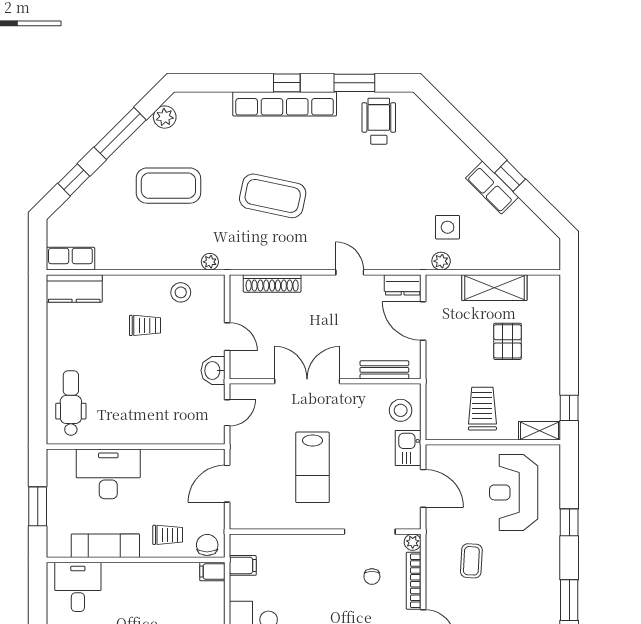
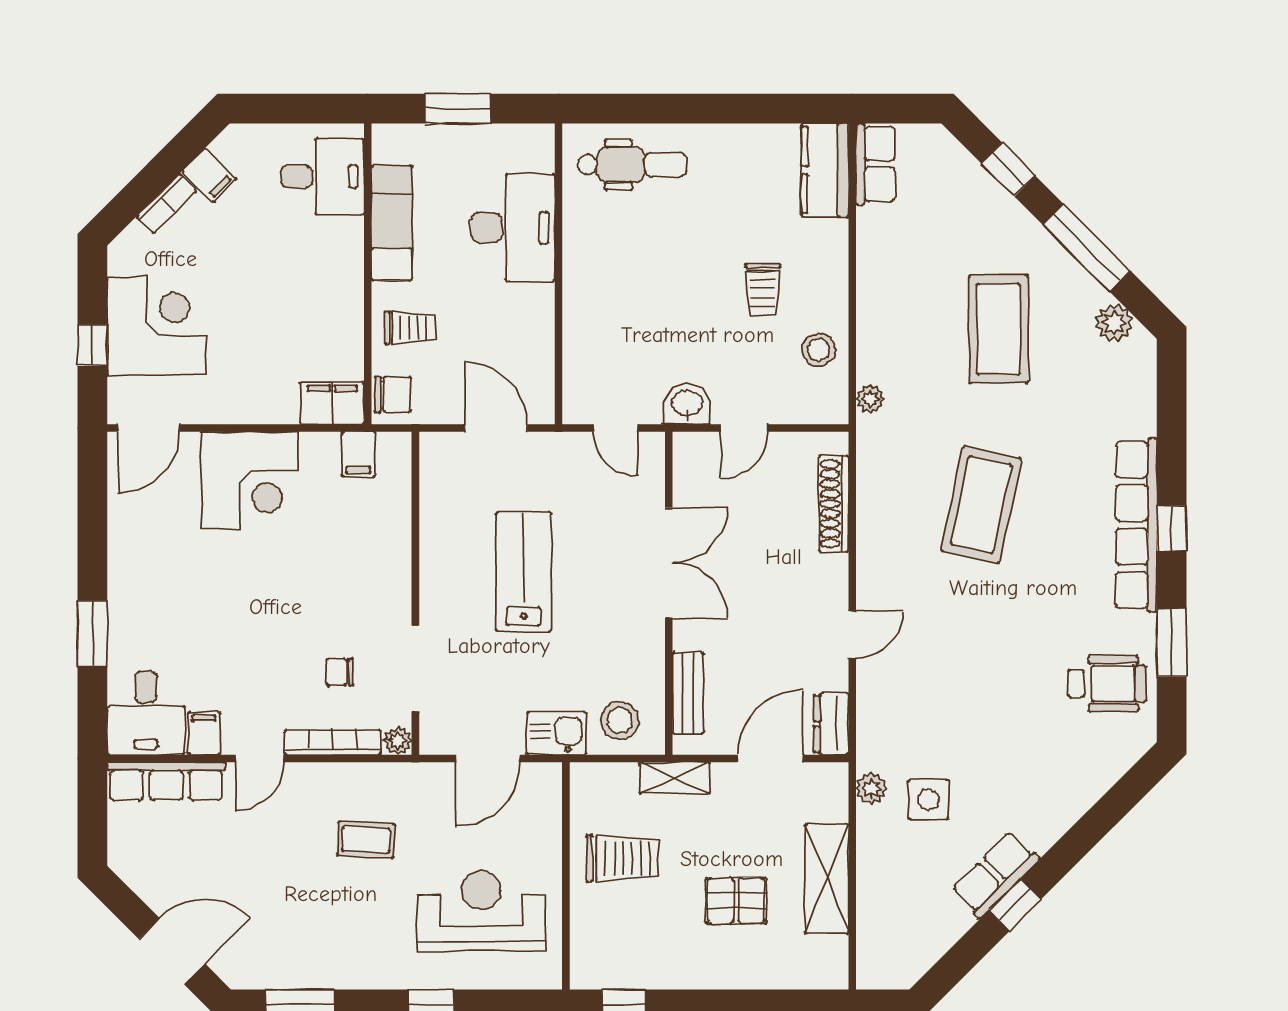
shelving: (539, 431) -> (675, 778), moved, turned 90
lab bench: (313, 467) -> (524, 572), turned 90
trolley: (168, 535) -> (410, 328), turned -90
filing cabinet: (212, 571) -> (332, 403), width x2.00

